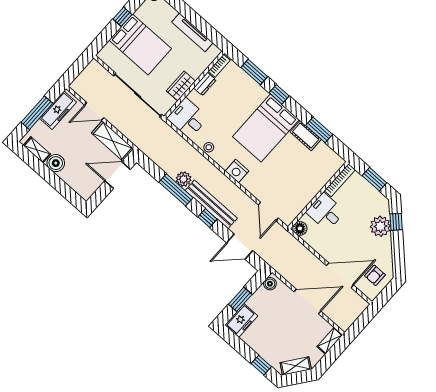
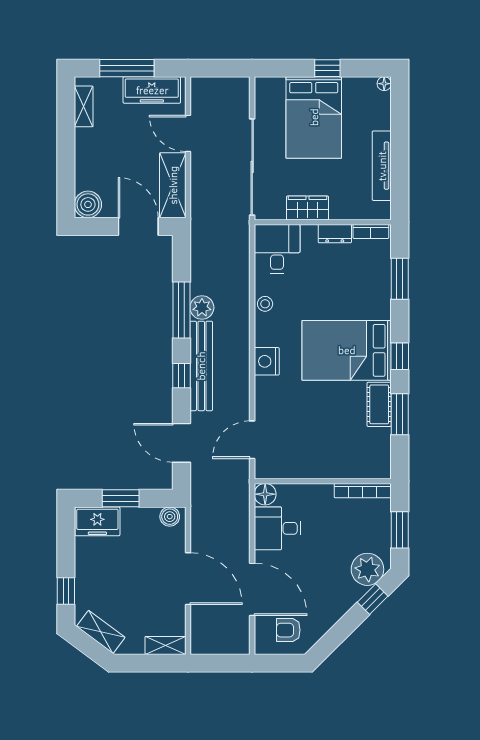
window: (279, 94) -> (400, 356), moved
boiler: (56, 163) -> (88, 204), moved
desk: (325, 212) -> (278, 528), moved, turned -90
plant: (380, 226) -> (367, 569), moved

